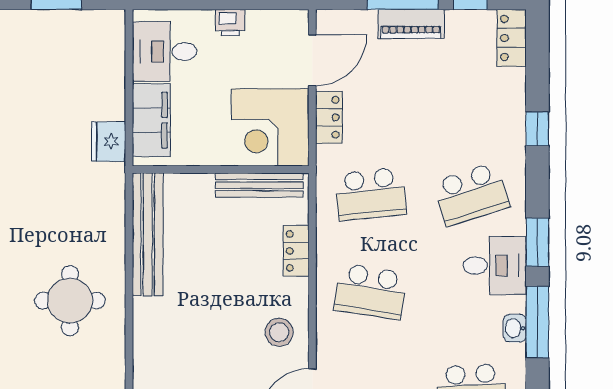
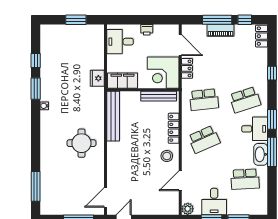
door: (312, 60) -> (180, 45), hinge flipped
filing cabinet: (151, 120) -> (122, 81), moved, turned -90
locker: (296, 251) -> (174, 128), width x1.53
school desk: (371, 292) -> (204, 139), turned -33
washbasin: (515, 328) -> (261, 154), width x1.91, depth x1.45

